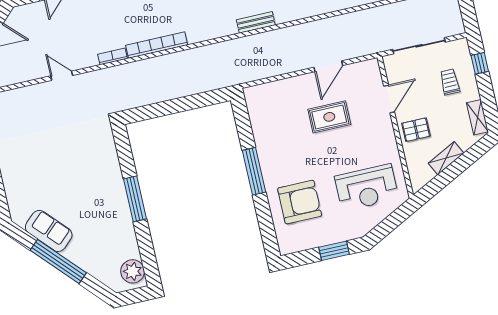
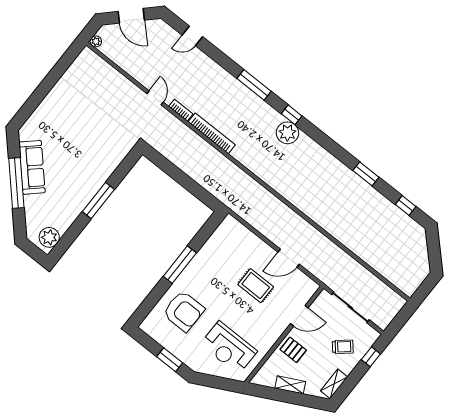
bench: (256, 22) -> (279, 187), removed
door: (62, 76) -> (155, 98), moved
trolley: (450, 82) -> (343, 347), turned 50
sofa: (49, 231) -> (32, 167), width x1.36

